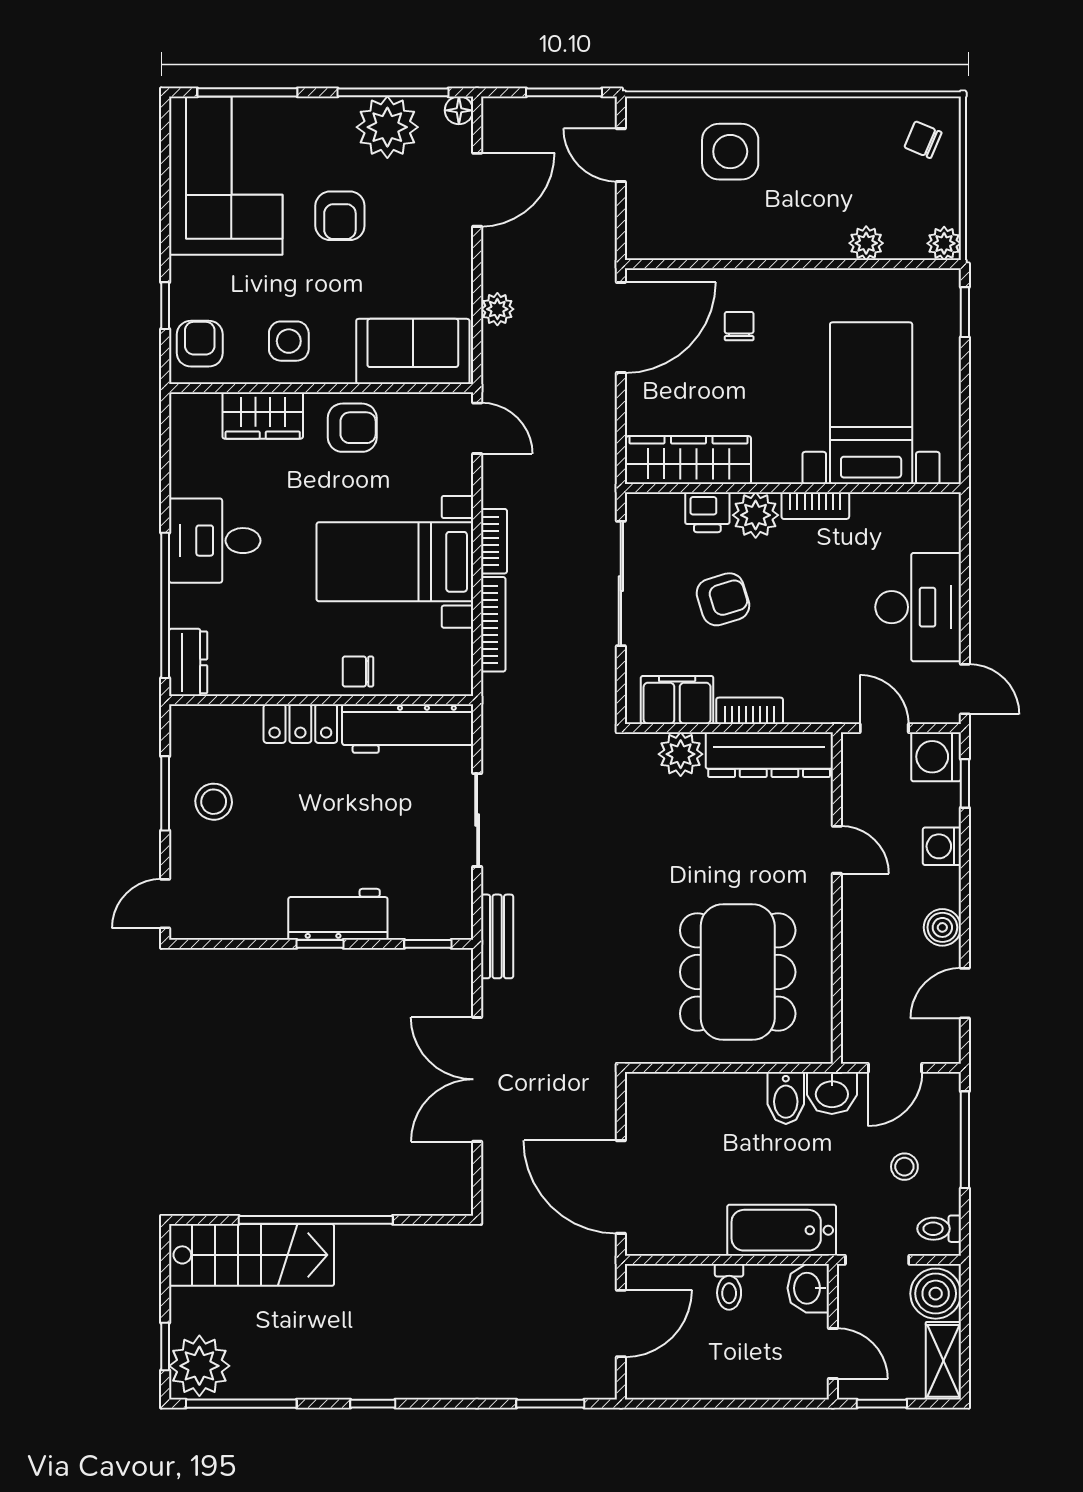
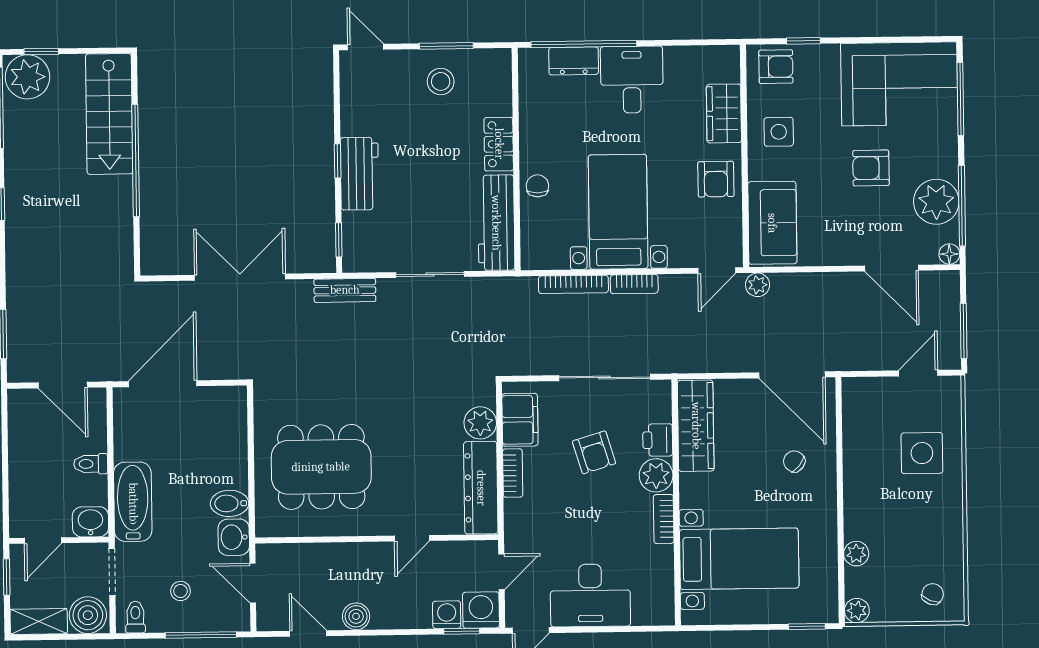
plant: (497, 309) -> (758, 285), moved
chair: (739, 326) -> (794, 461), turned -142
dresser: (188, 662) -> (574, 61), moved
washing machine: (942, 846) -> (447, 615), moved

